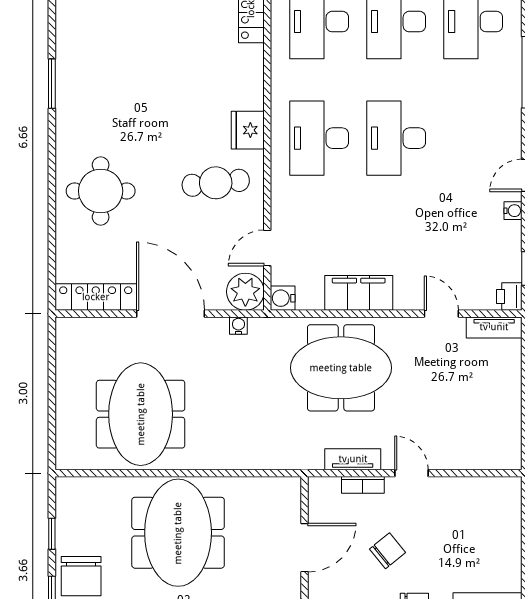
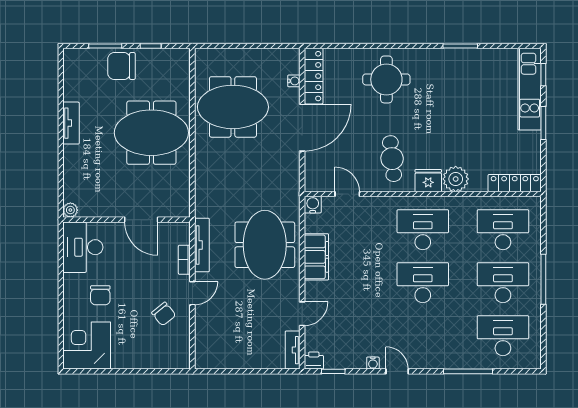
plant: (245, 292) -> (456, 179), moved
water cooler: (238, 326) -> (294, 81), moved
tv unit: (353, 459) -> (202, 245), width x1.41
chair: (388, 551) -> (164, 314), moved

